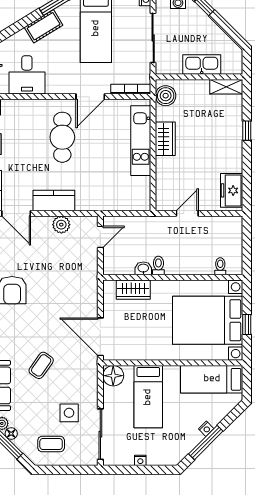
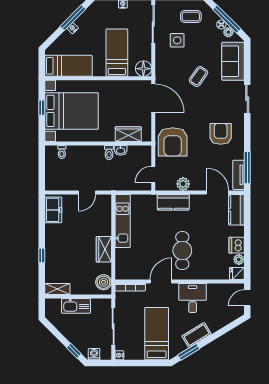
desk: (27, 75) -> (193, 298), moved
kitchen unit: (141, 141) -> (123, 221), moved
kitchen counter: (54, 201) -> (173, 202), moved
armchair: (75, 280) -> (173, 142), added

